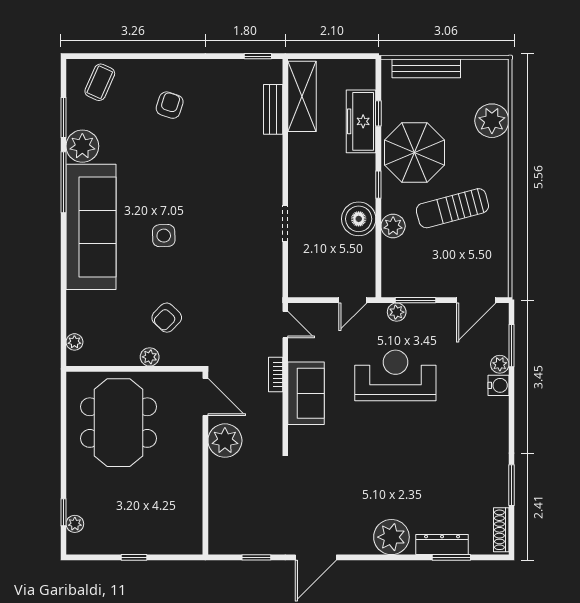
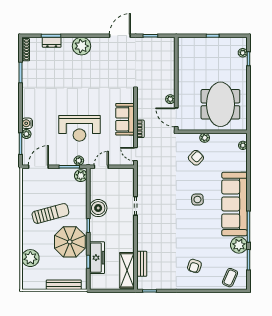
plant: (393, 226) -> (81, 176), moved
plant: (225, 441) -> (170, 99), width x0.53, depth x0.53
dresser: (442, 545) -> (52, 42), width x0.70

